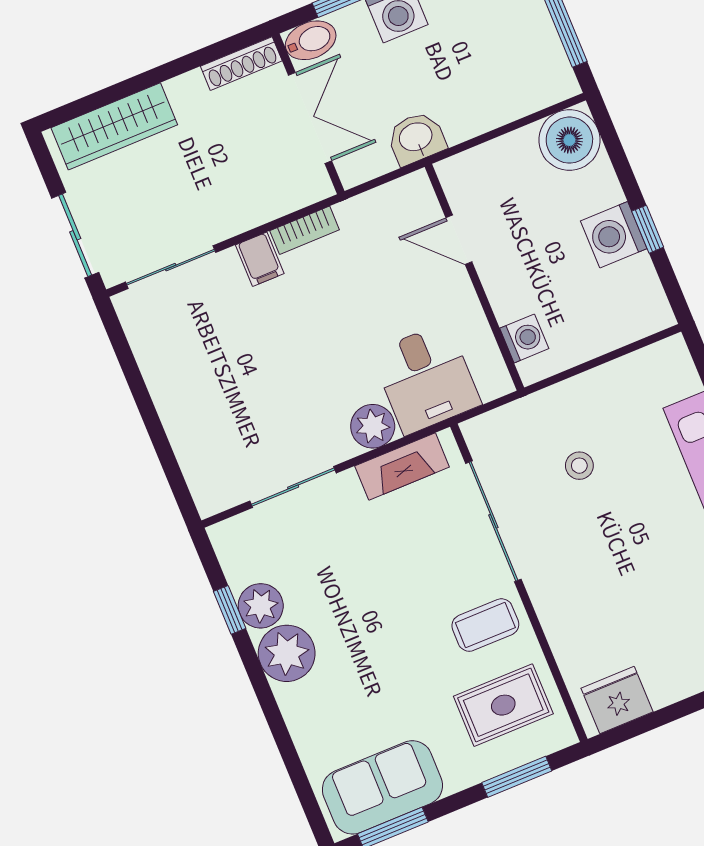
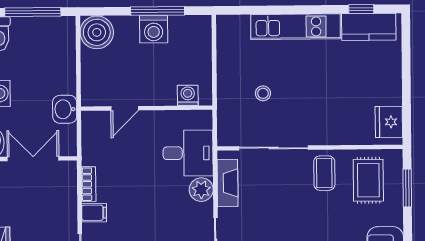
window: (648, 229) -> (158, 11), width x2.17

